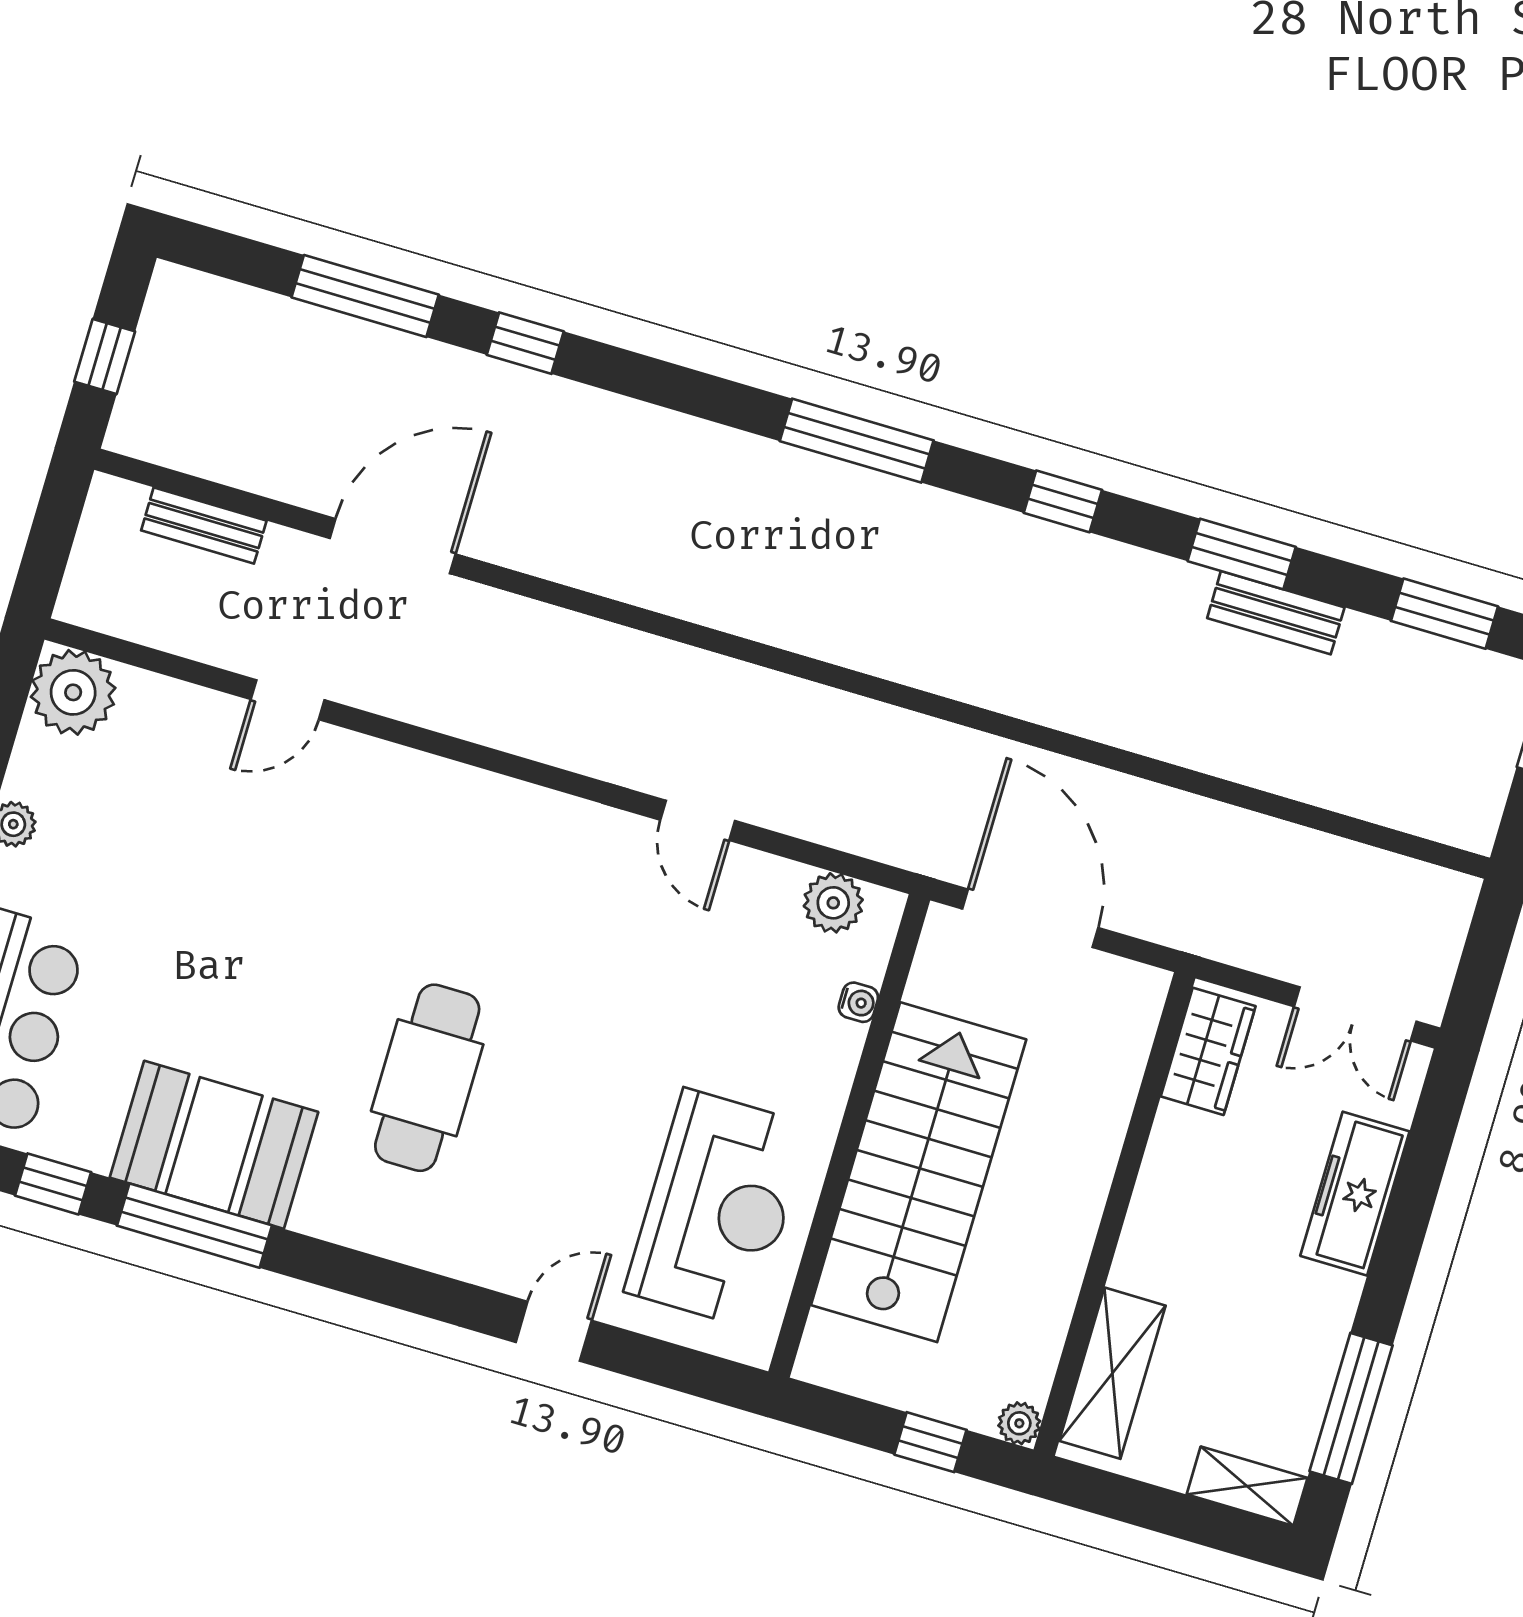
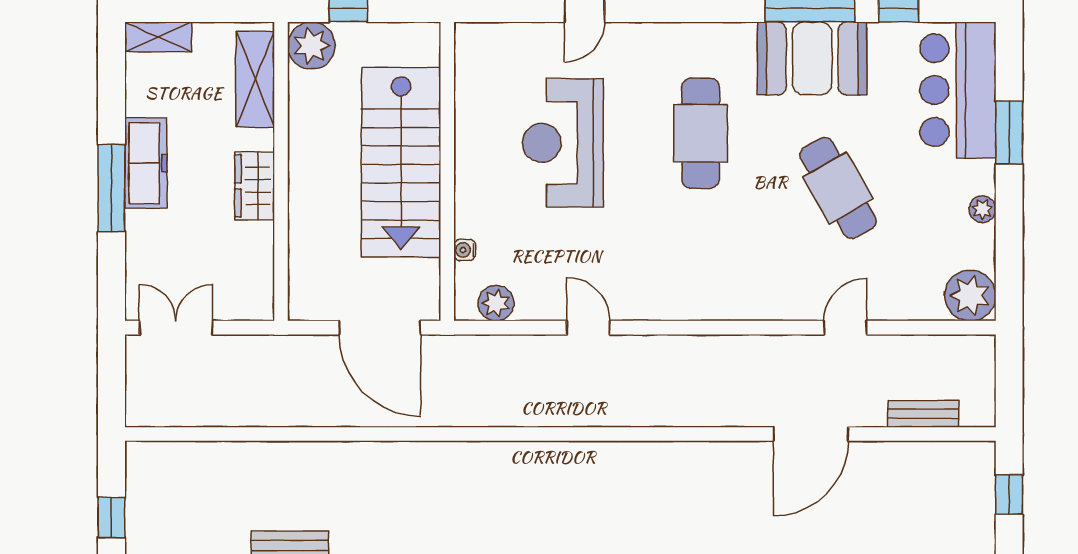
cafe table: (233, 926) -> (838, 188), added
wardrobe: (1208, 1051) -> (255, 186), moved
freezer: (1355, 1194) -> (146, 163), moved
reception desk: (718, 1208) -> (563, 143), moved
window: (1351, 1408) -> (111, 188), moved
plant: (1019, 1423) -> (311, 46), width x1.88, depth x1.88

